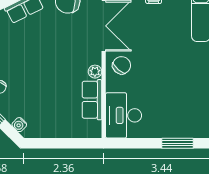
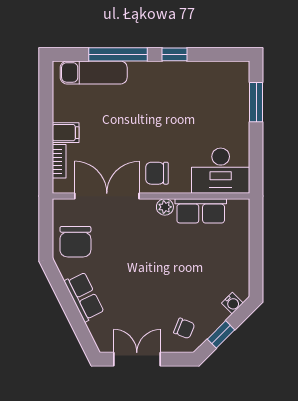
chair: (122, 65) -> (157, 173), turned -42

